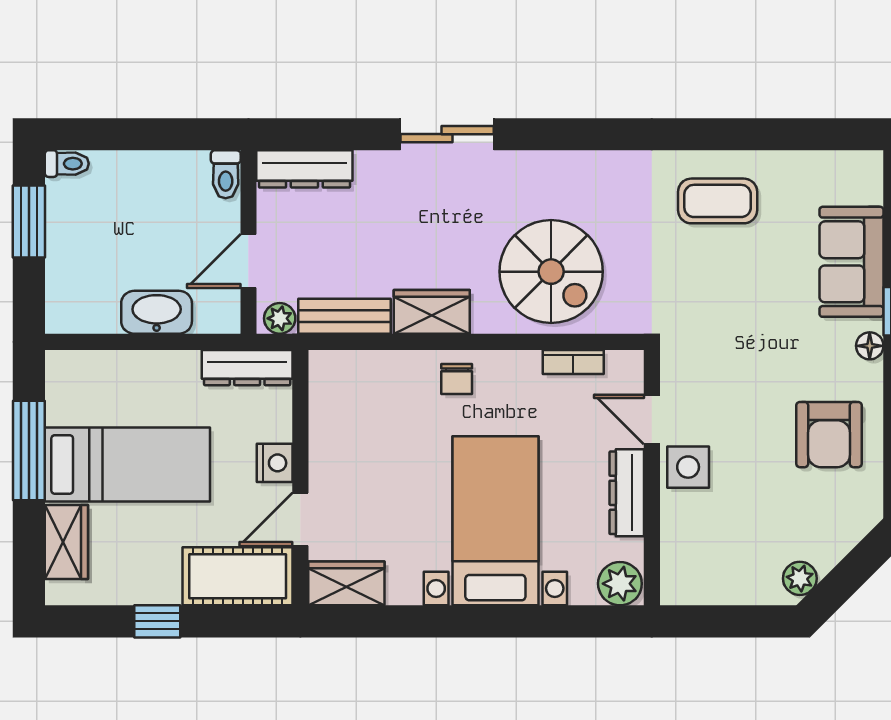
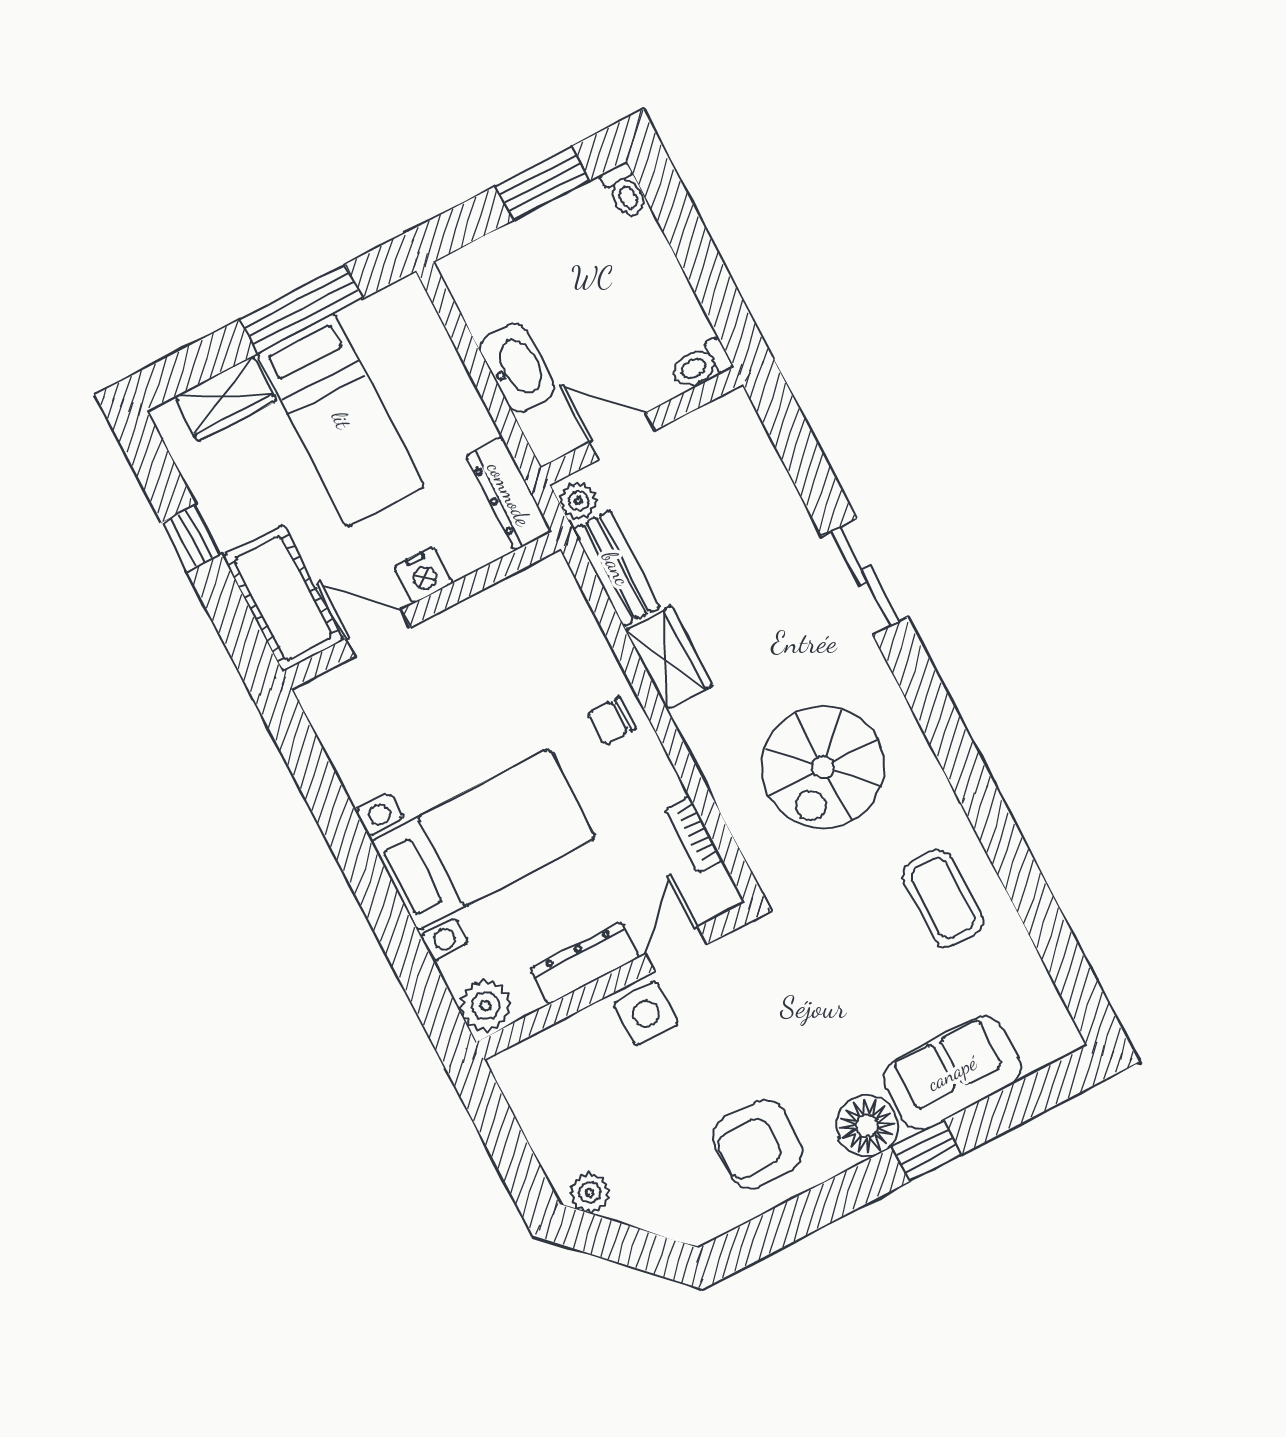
dresser: (304, 169) -> (750, 445), removed
spiral stairs: (551, 272) -> (823, 767), moved
floor lamp: (870, 346) -> (867, 1126), width x1.89, depth x1.89
wardrobe: (346, 583) -> (335, 717), removed

